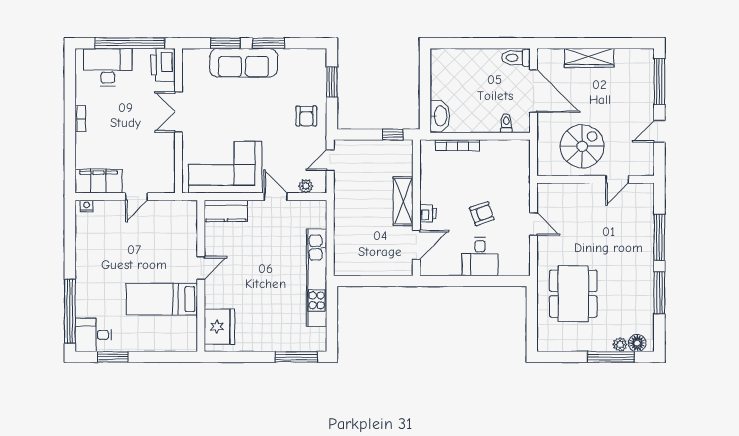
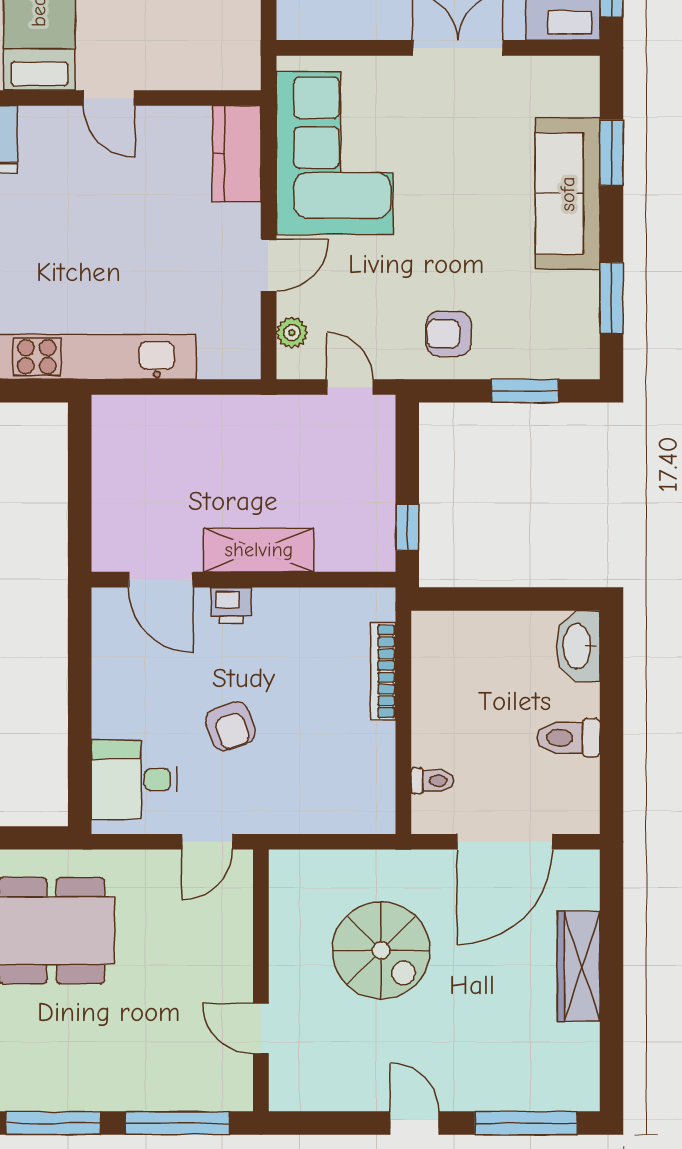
window: (268, 43) -> (612, 298), moved
toilet: (516, 58) -> (568, 738), moved, turned -90
washbasin: (440, 116) -> (578, 646), moved, turned 90
wall: (596, 179) -> (261, 980), moved
door: (617, 179) -> (261, 1029), moved
desk: (480, 257) -> (134, 780), moved

